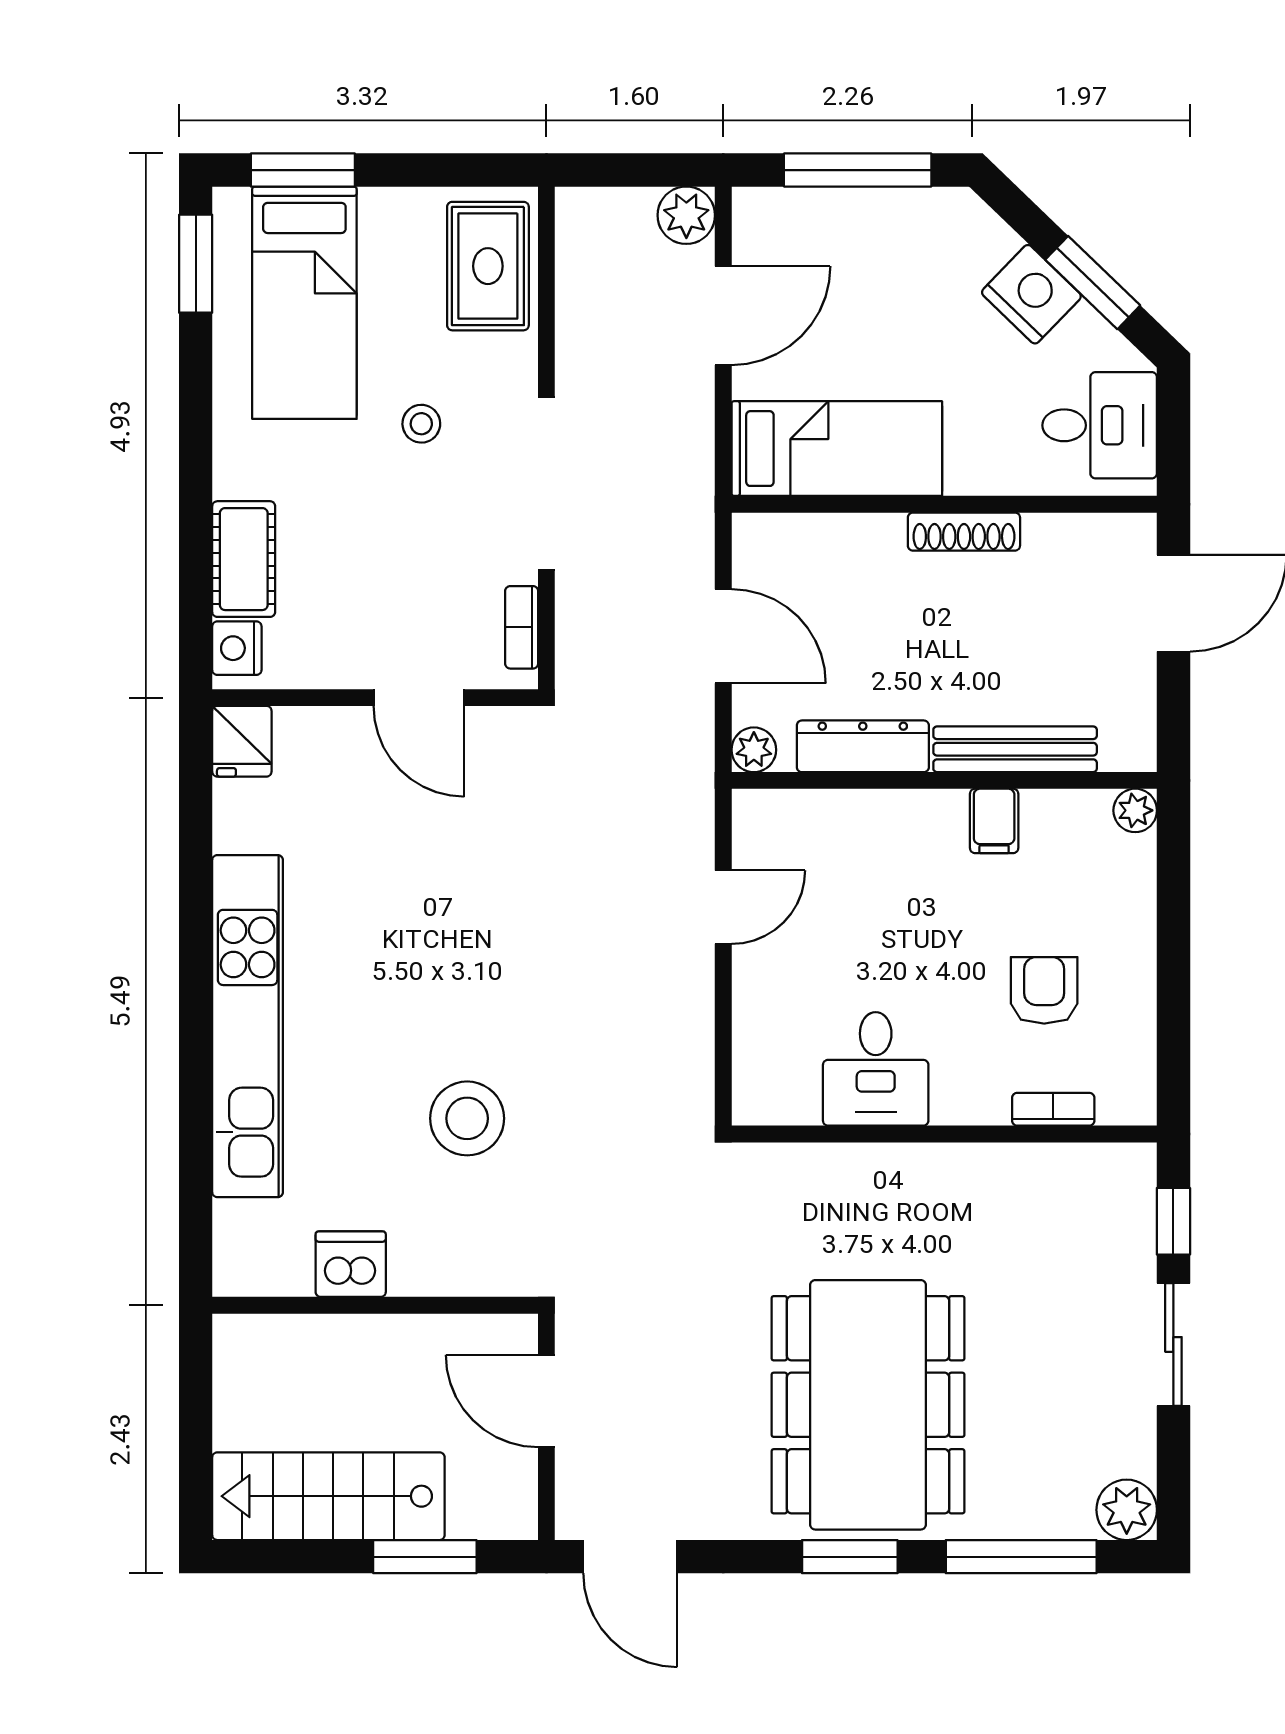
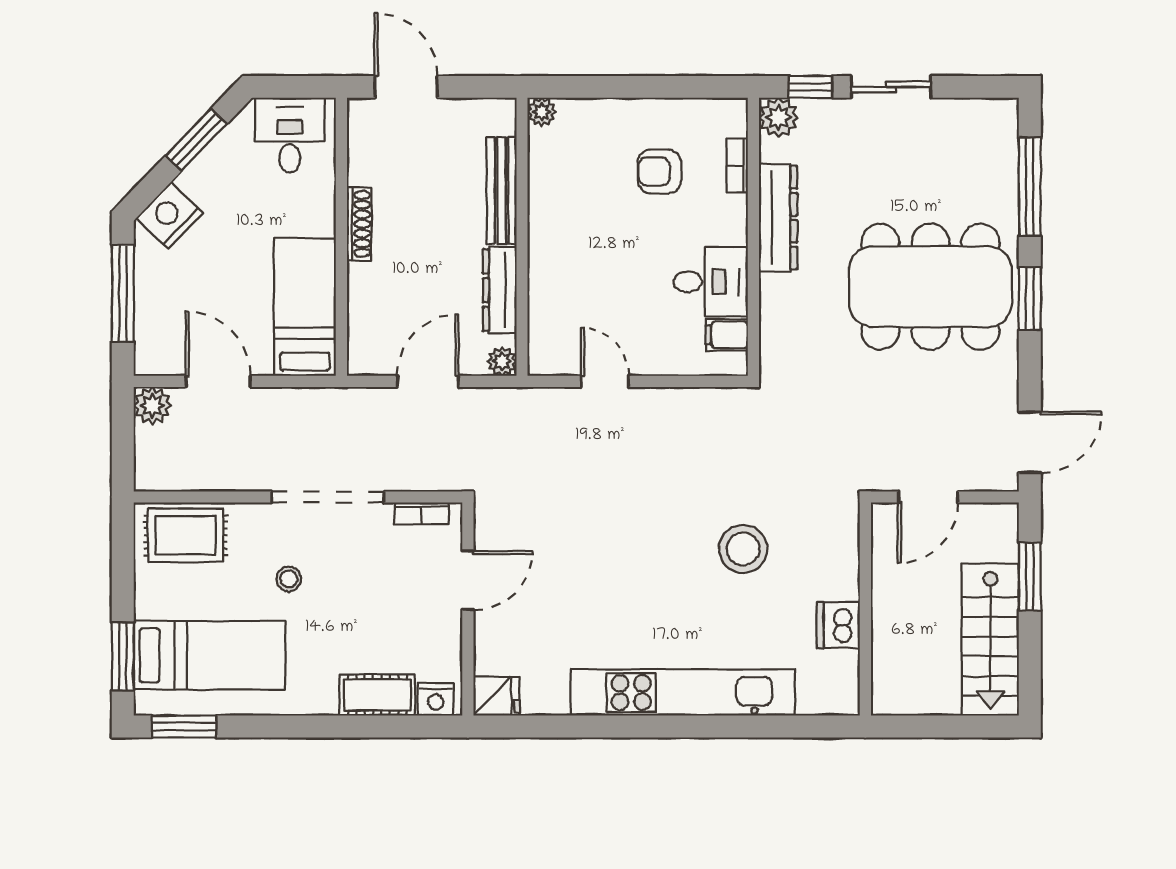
nightstand: (1031, 294) -> (169, 216), moved
filing cabinet: (994, 821) -> (727, 335), moved, turned 180
dresser: (973, 1172) -> (778, 218), added
plant: (1127, 1510) -> (779, 118), moved

